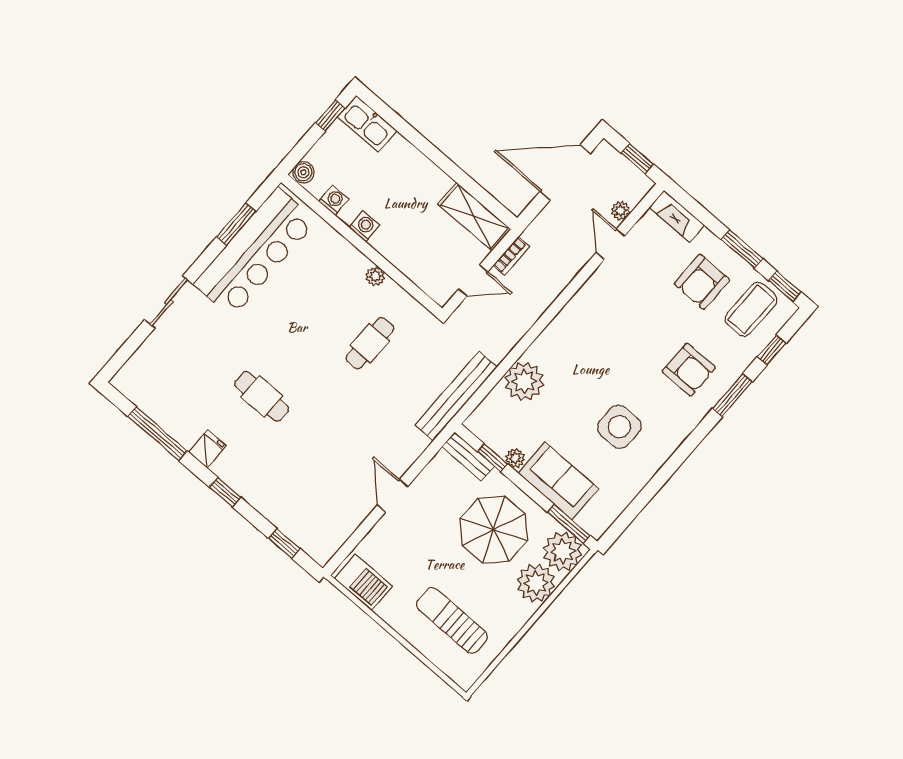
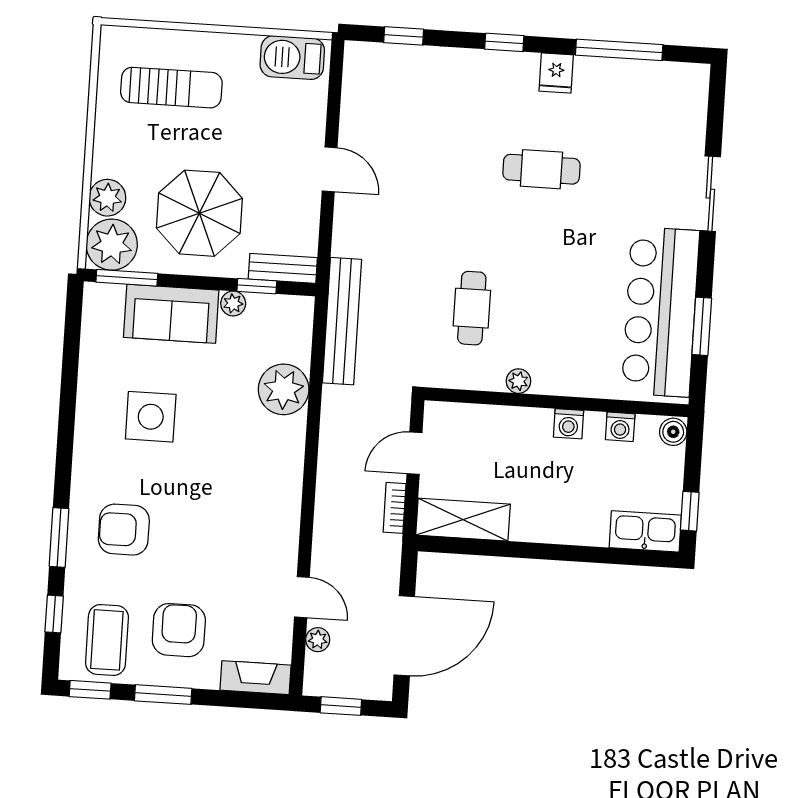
plant: (536, 583) -> (107, 198), width x0.73, depth x0.73

